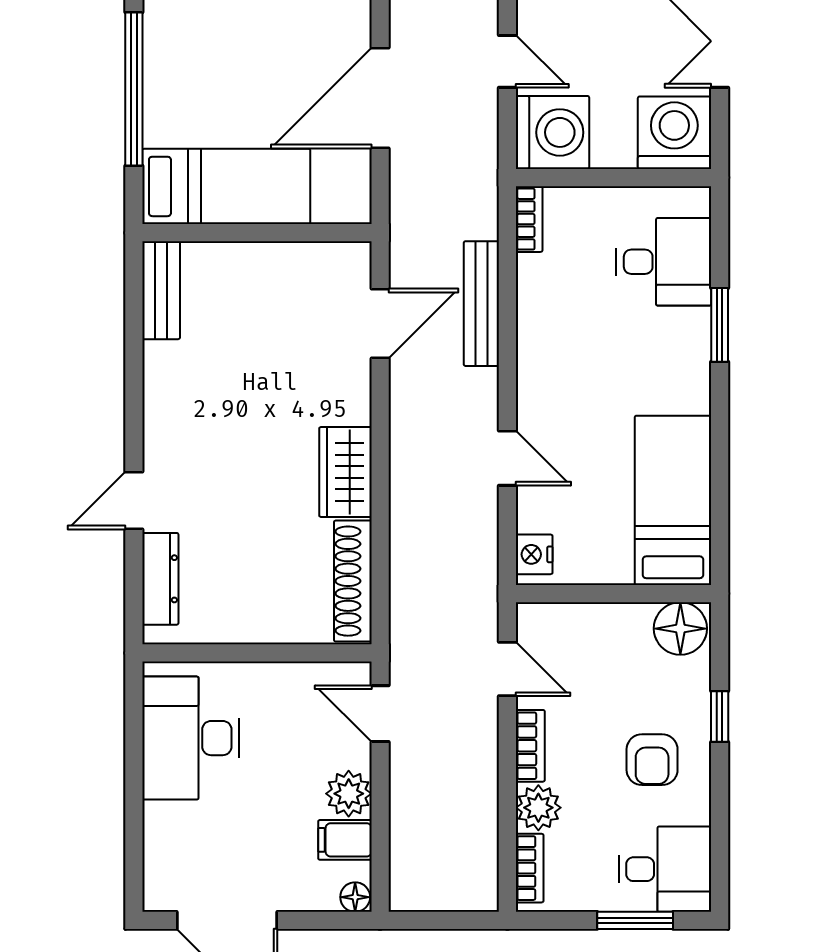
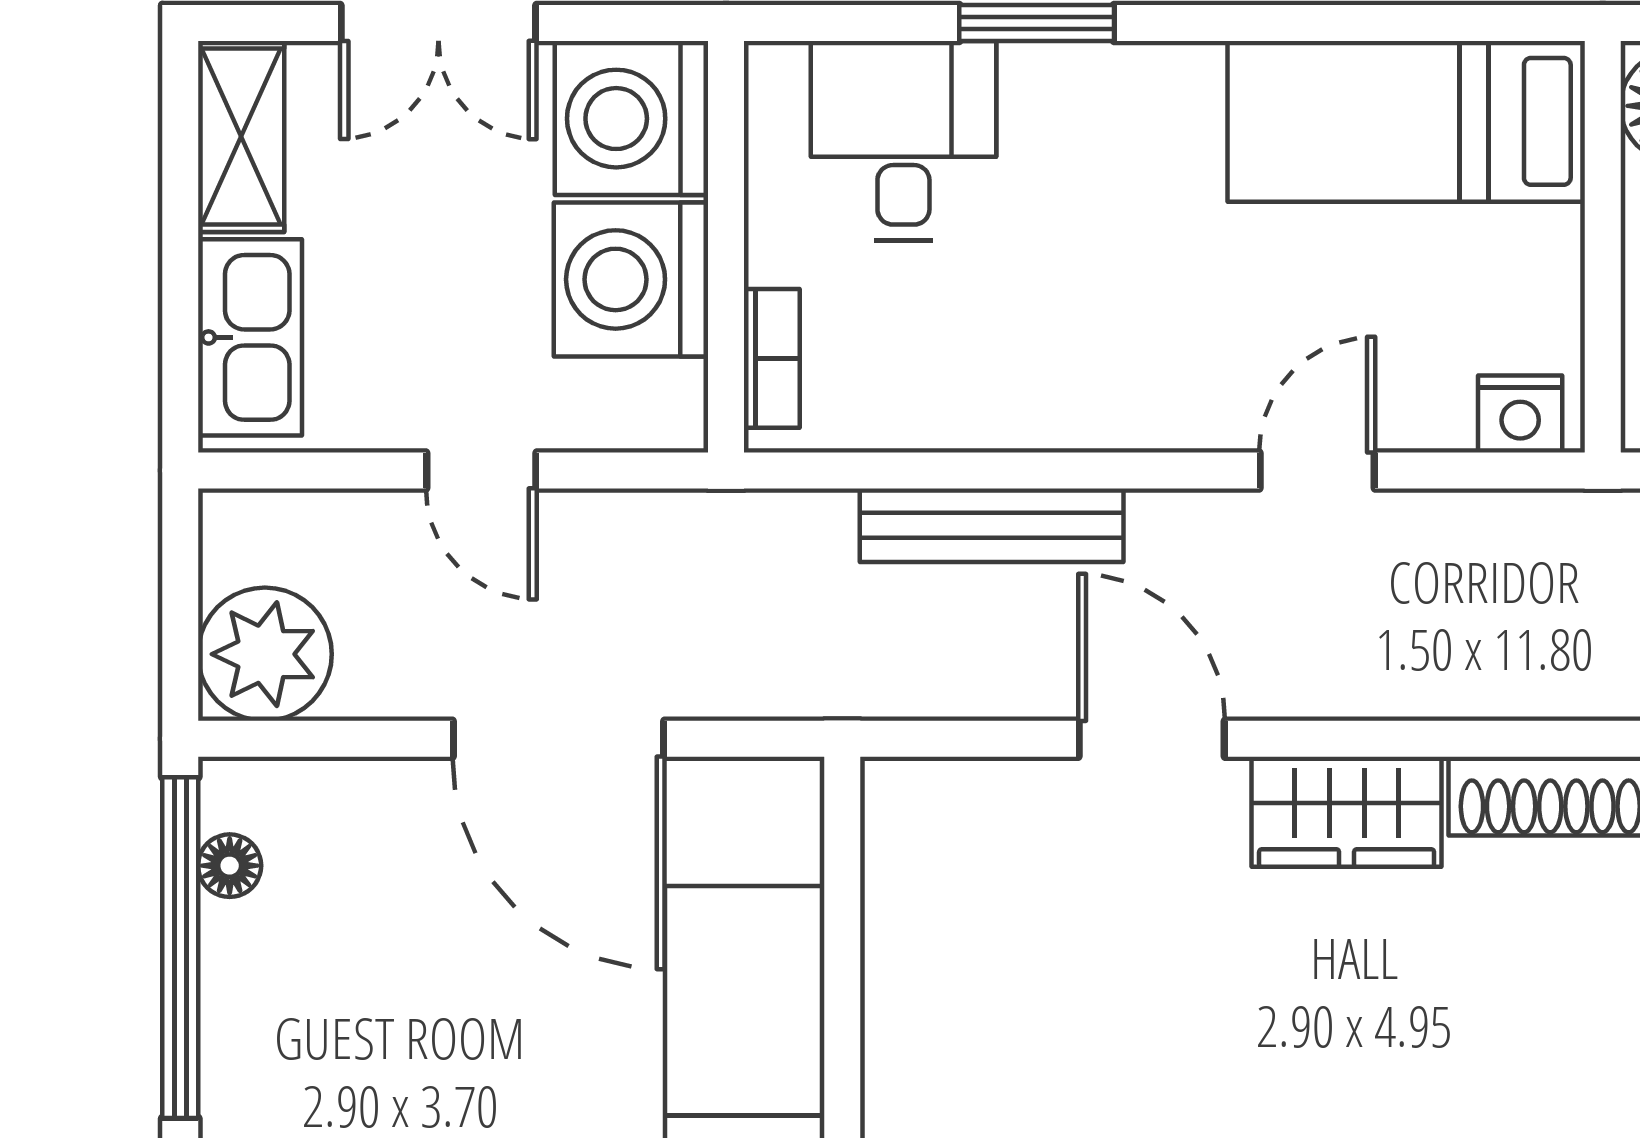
door: (507, 61) -> (481, 470), swing flipped
washing machine: (552, 132) -> (631, 279), moved, turned -90
bookcase: (529, 219) -> (772, 358), moved, turned 90
door: (380, 324) -> (1152, 739), moved

